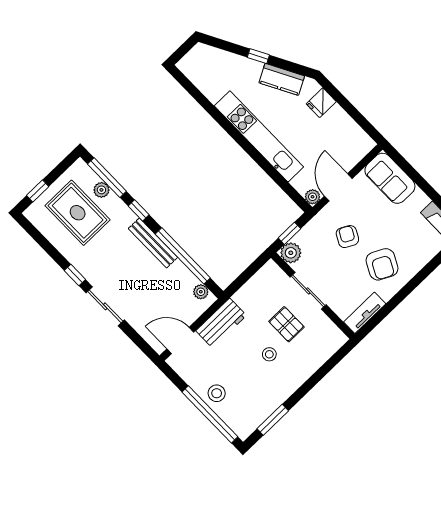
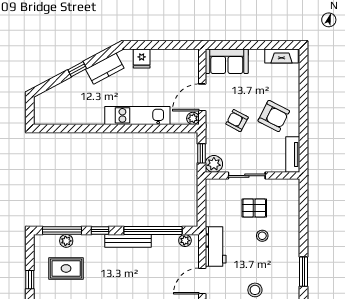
kitchen unit: (259, 136) -> (137, 115), width x0.73
door: (338, 187) -> (202, 97), hinge flipped
rug: (78, 213) -> (66, 268), width x0.73, depth x0.70

